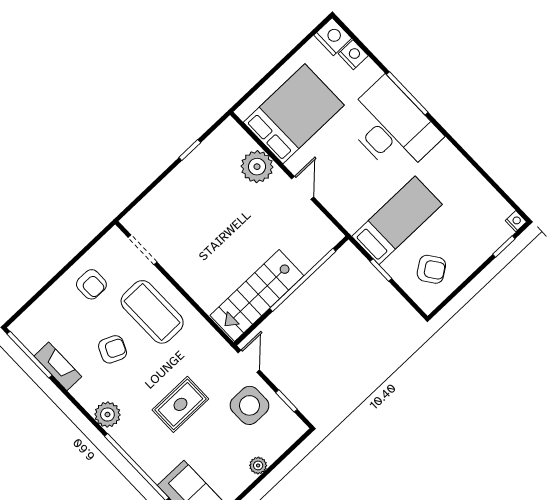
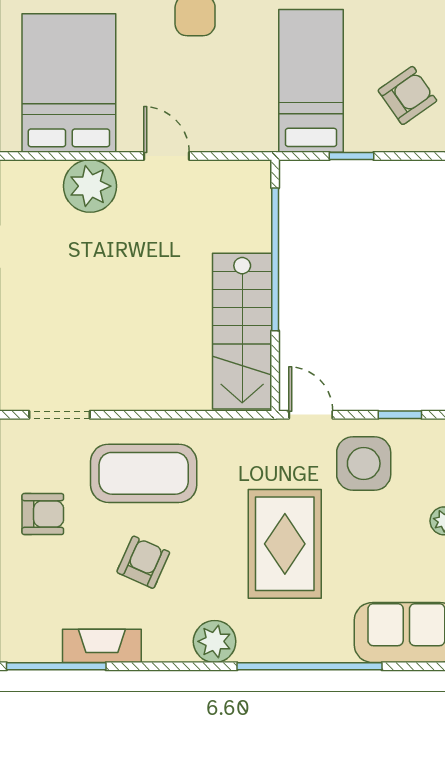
rug: (180, 404) -> (285, 544), width x1.36, depth x1.43

